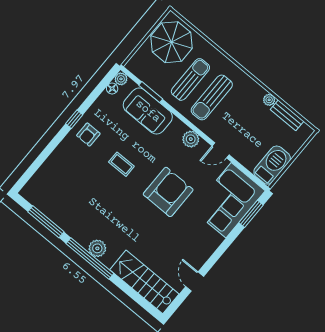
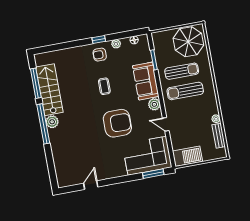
plant: (121, 79) -> (116, 44), moved
sofa: (148, 111) -> (146, 81), moved
stairs: (144, 282) -> (49, 90), moved

